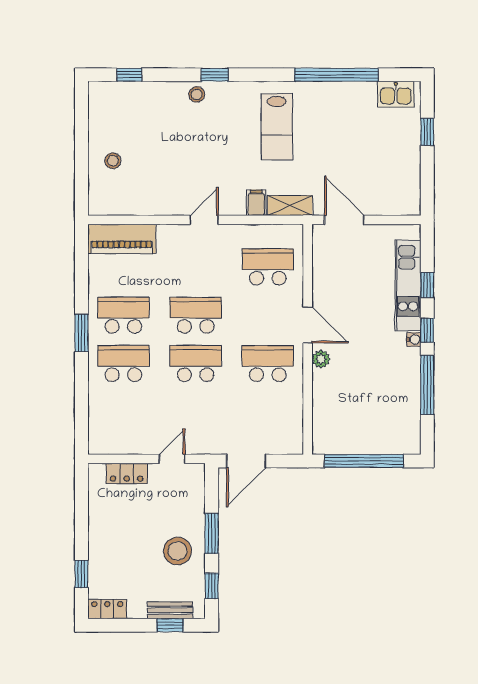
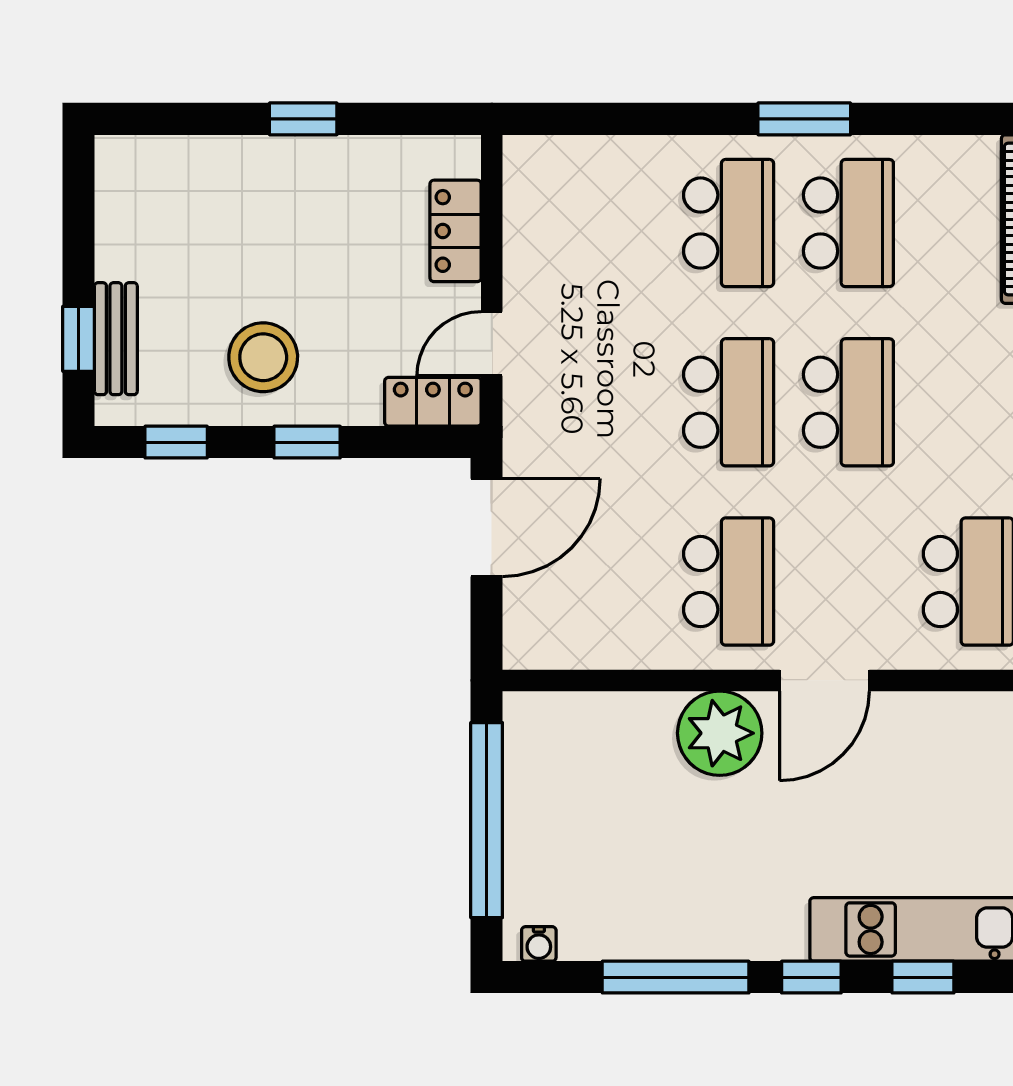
water cooler: (414, 339) -> (539, 944), moved
plant: (321, 359) -> (720, 733), width x1.87, depth x1.87
door: (172, 459) -> (492, 344), swing flipped
door: (246, 461) -> (487, 528), swing flipped
window: (212, 533) -> (307, 442), width x0.67
window: (81, 574) -> (303, 119), moved
locker: (107, 609) -> (433, 402), moved, turned -90

